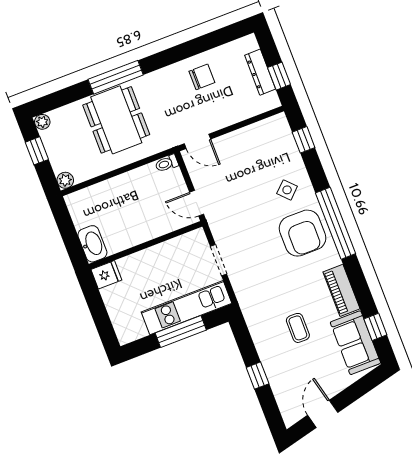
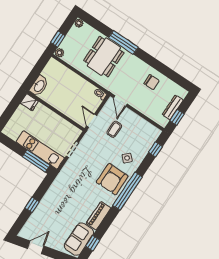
window: (37, 151) -> (58, 39), moved
coffee table: (298, 328) -> (114, 129), moved
window: (181, 331) -> (36, 161), moved

